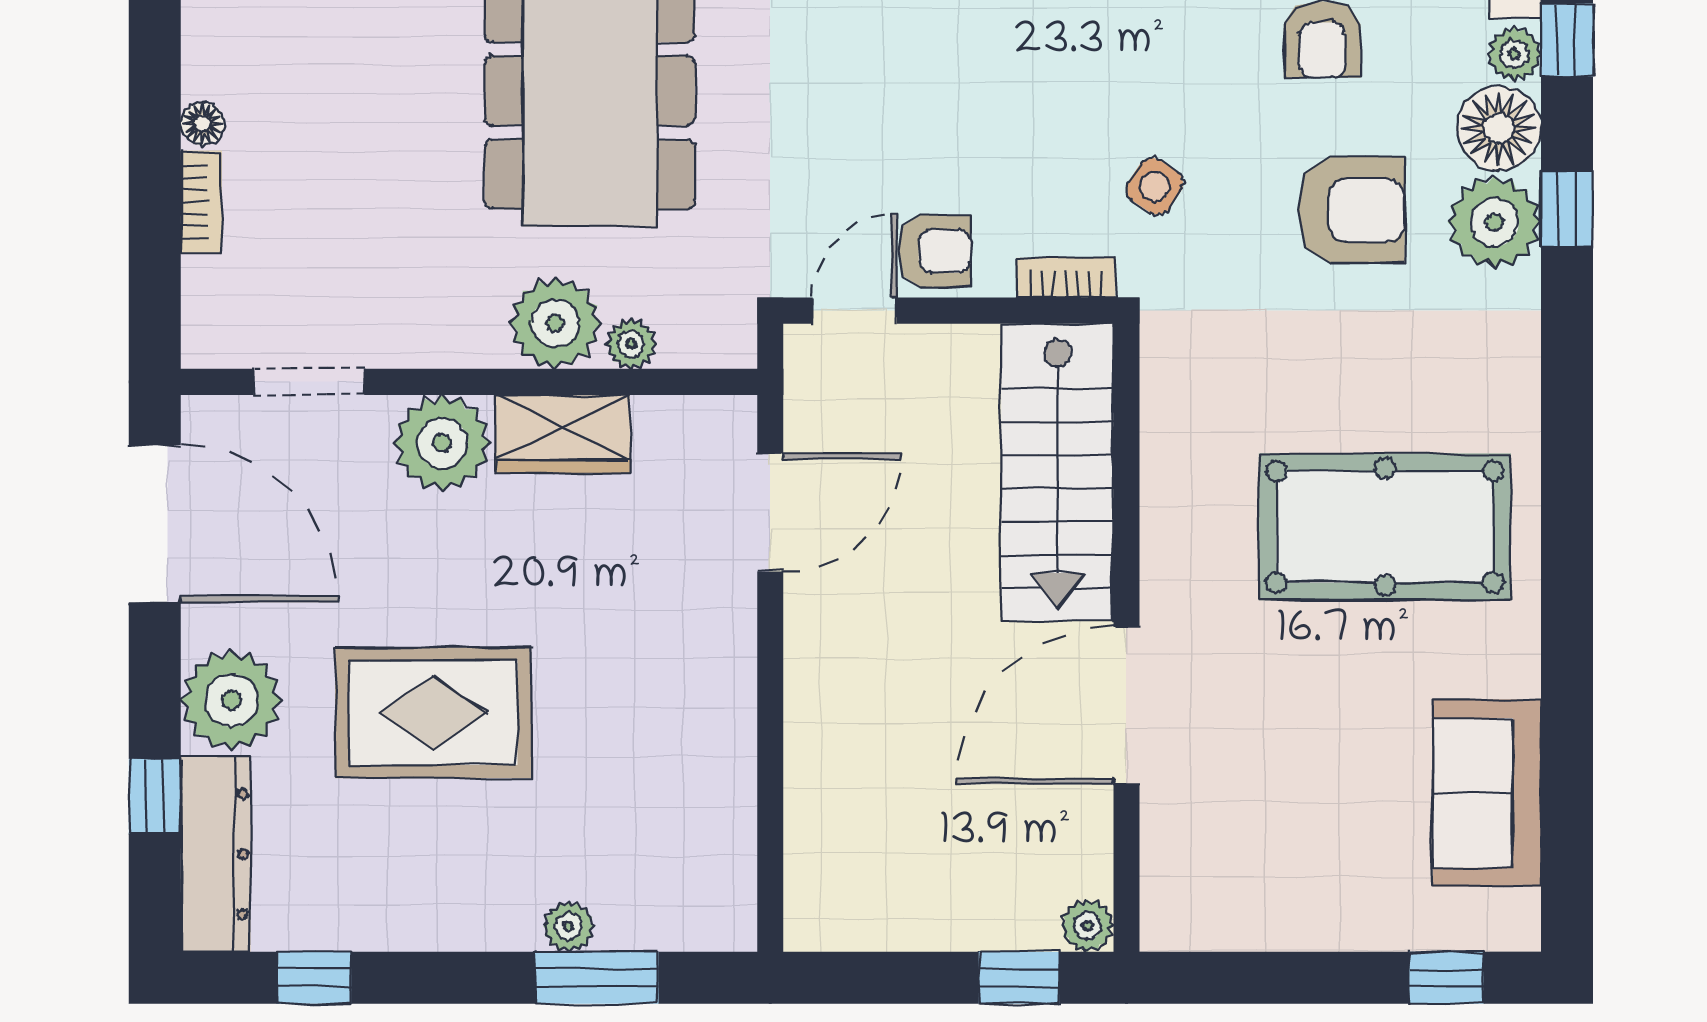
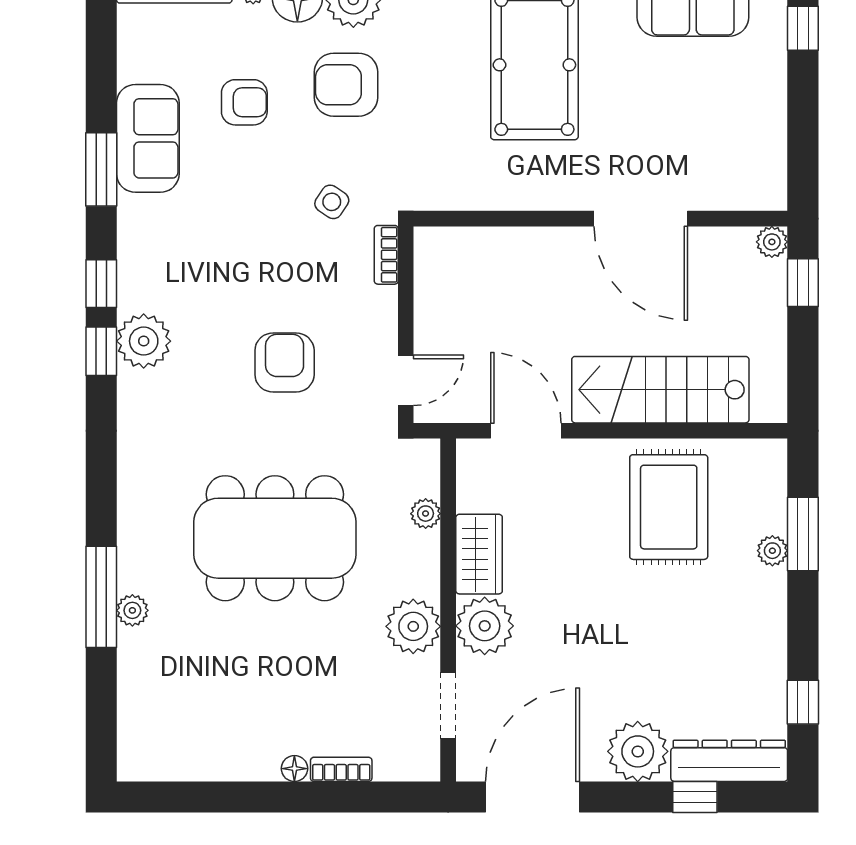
armchair: (1352, 210) -> (346, 85), turned -90
armchair: (935, 251) -> (285, 363), moved, width x1.38, depth x1.38
door: (855, 311) -> (406, 380), swing flipped
plant: (555, 323) -> (413, 626), moved
stairs: (1057, 472) -> (660, 390), moved, turned 180
rug: (433, 713) -> (669, 507), moved

